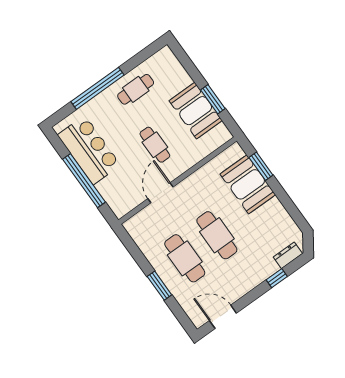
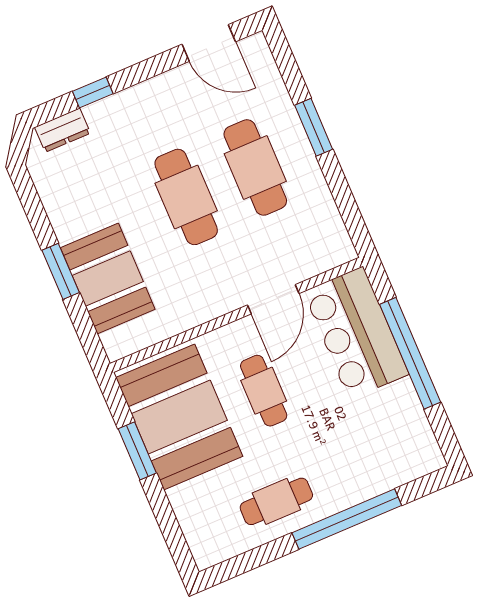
booth: (196, 111) -> (179, 417), width x1.36, depth x1.42
bar counter: (89, 150) -> (356, 333), moved
window: (261, 166) -> (61, 271), moved

